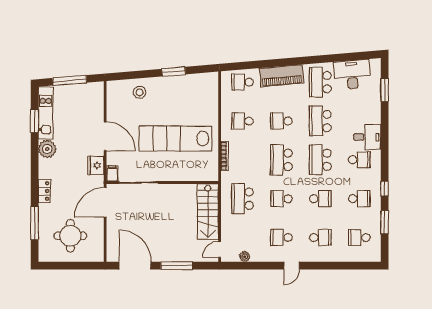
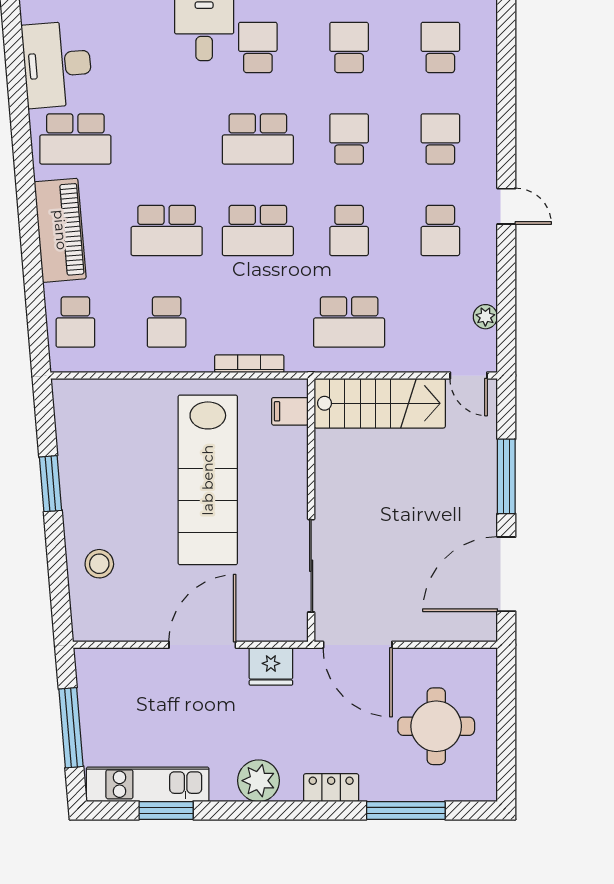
school desk: (281, 121) -> (167, 230), width x1.85
school desk: (320, 121) -> (167, 139), removed
plant: (47, 149) -> (259, 781), moved
filing cabinet: (112, 173) -> (290, 411), moved
school desk: (359, 237) -> (440, 47), turned 180

